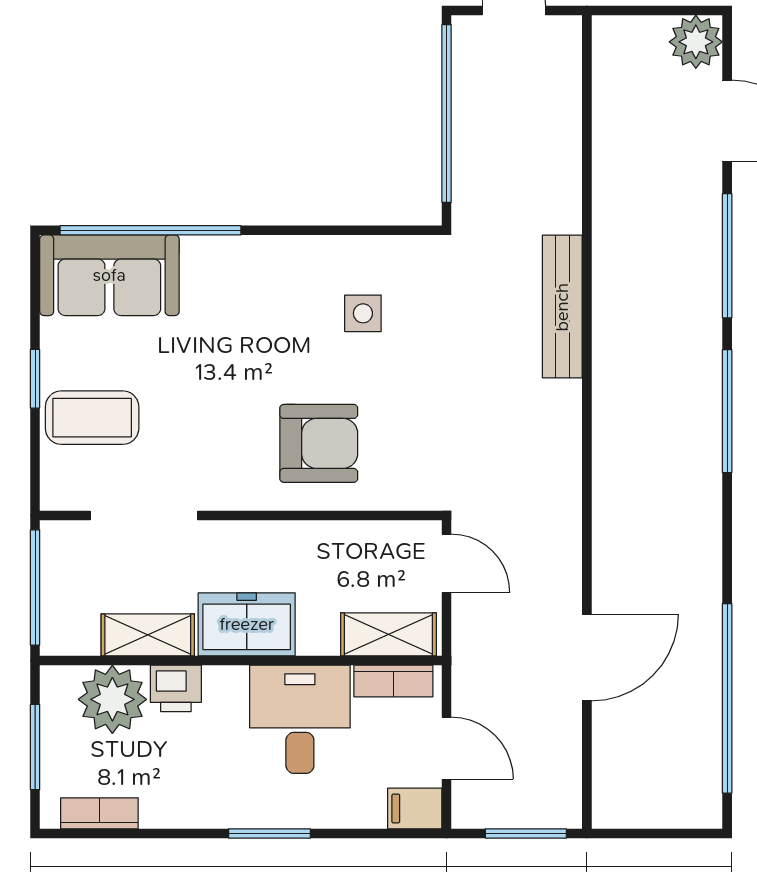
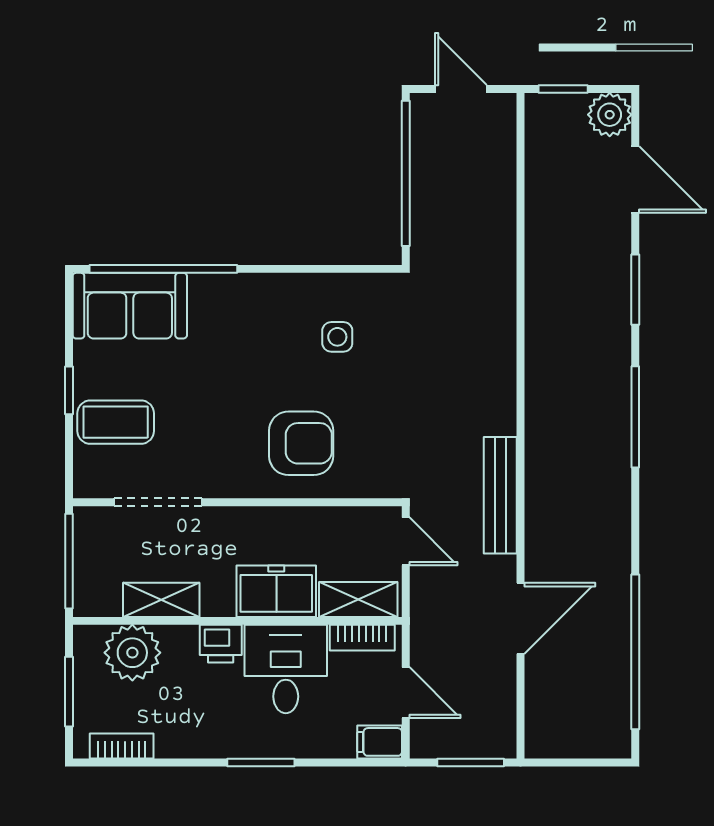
window: (639, 10) -> (563, 89), added
window: (727, 256) -> (635, 290), width x0.69
bench: (562, 307) -> (500, 495), moved
freezer: (247, 624) -> (276, 591), moved
printer: (176, 688) -> (221, 644), moved

